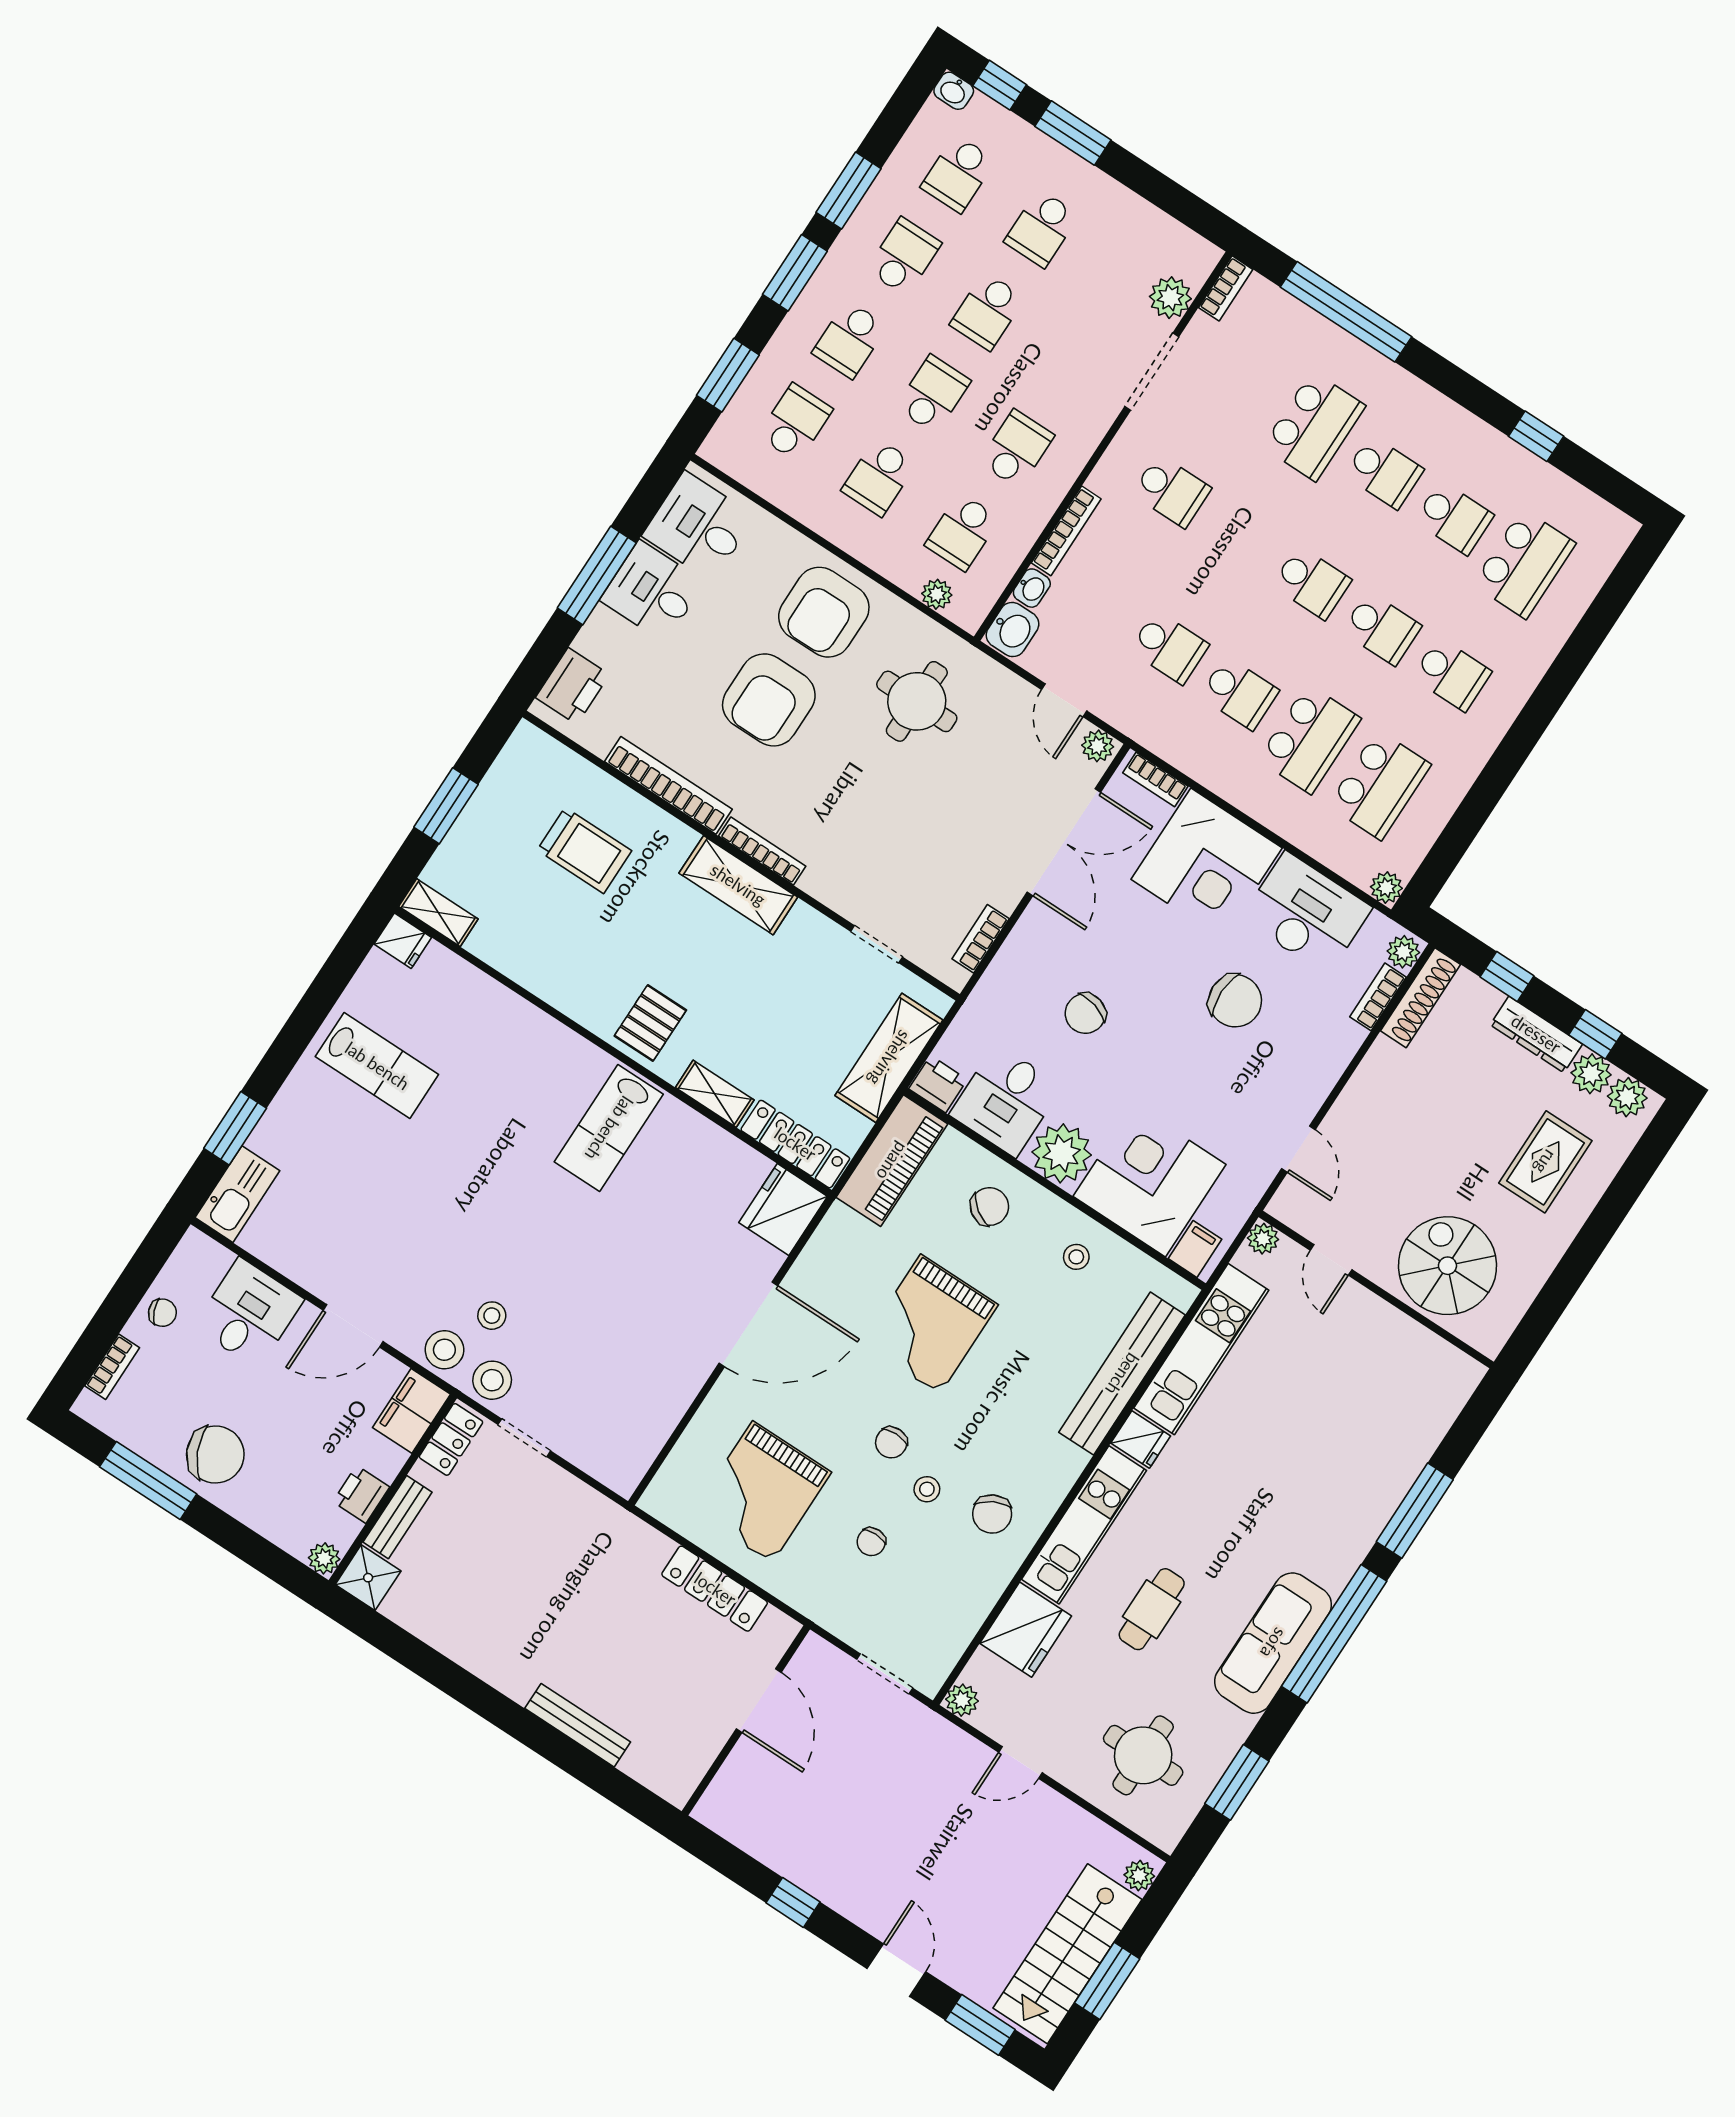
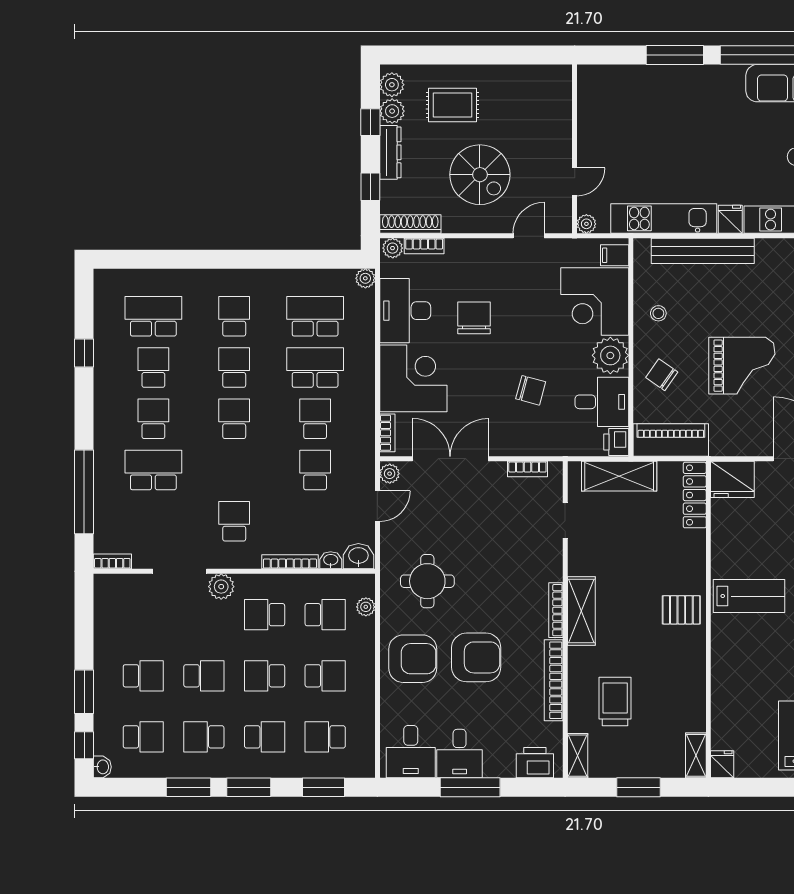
plant: (1170, 298) -> (221, 587), moved
shelving: (715, 1094) -> (578, 756), moved
spiral stairs: (1447, 1266) -> (480, 175), moved, turned -90

